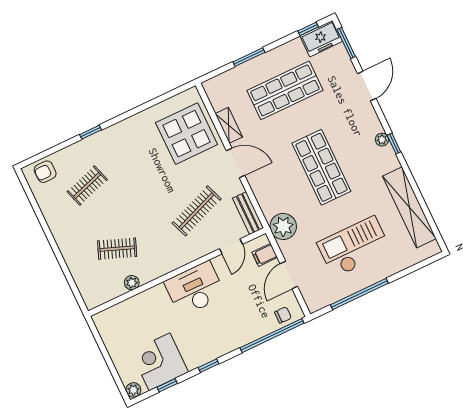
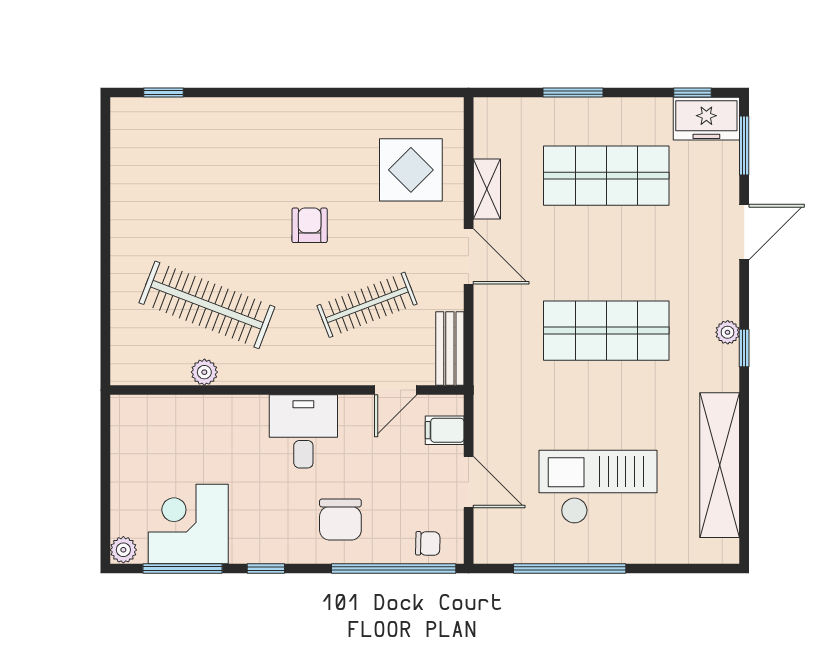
window: (90, 132) -> (164, 93), moved
display table: (187, 134) -> (411, 170), width x0.73, depth x0.73
shop shelf: (321, 167) -> (606, 331), turned 90
armchair: (45, 172) -> (310, 225), moved, turned 90
clothes rail: (87, 186) -> (207, 178), removed
plant: (283, 227) -> (497, 398), removed
clothes rail: (117, 249) -> (207, 305), width x1.86, depth x1.31
door: (289, 275) -> (469, 482), swing flipped
desk: (195, 289) -> (303, 431), width x0.73
chair: (234, 324) -> (340, 520), added
window: (167, 385) -> (182, 569), width x2.17

